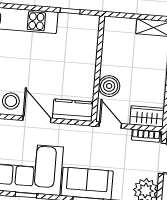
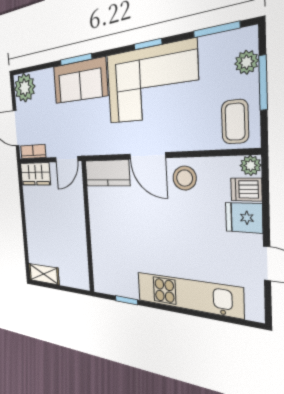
boiler: (109, 86) -> (74, 207), removed
door: (110, 125) -> (67, 159), hinge flipped

